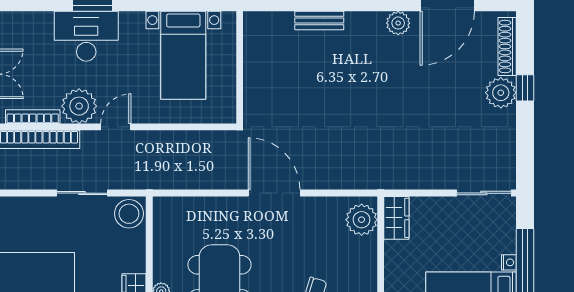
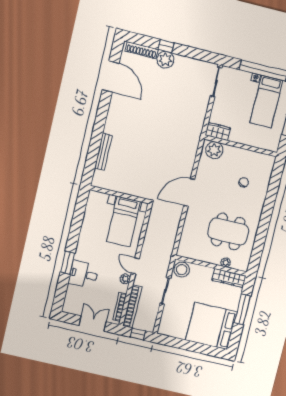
bench: (319, 21) -> (103, 152), width x1.36
plant: (398, 23) -> (115, 105), removed
desk: (86, 36) -> (84, 274), width x0.73
bed with nightstands: (183, 55) -> (123, 222), moved, turned 90
plant: (79, 106) -> (125, 279), width x0.53, depth x0.53

